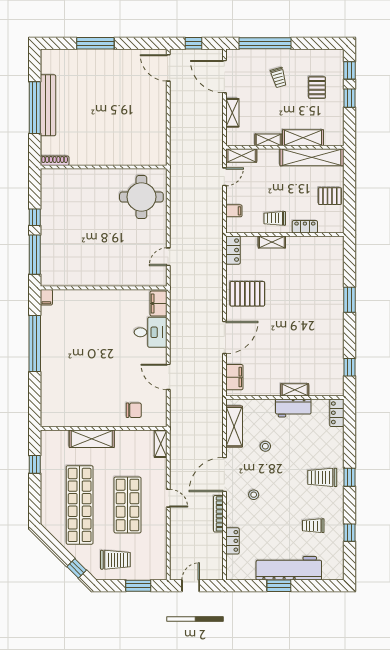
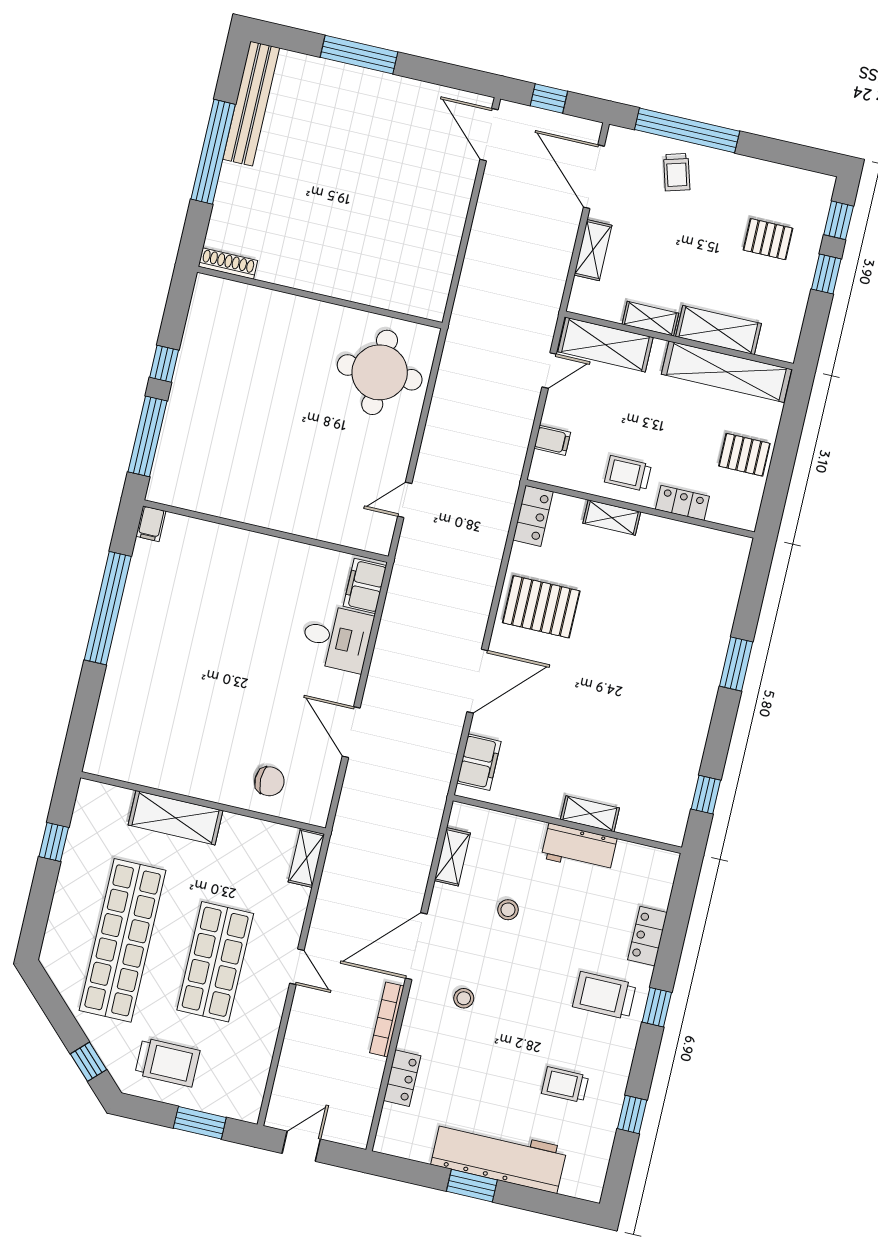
trolley: (279, 78) -> (677, 172), moved
pallet: (317, 88) -> (768, 239), turned 90
bench: (48, 105) -> (251, 104), moved
shelving: (242, 155) -> (605, 345), width x1.50, depth x1.33
locker: (337, 413) -> (647, 936), moved
shelving: (234, 427) -> (452, 857), width x0.67, depth x0.75

